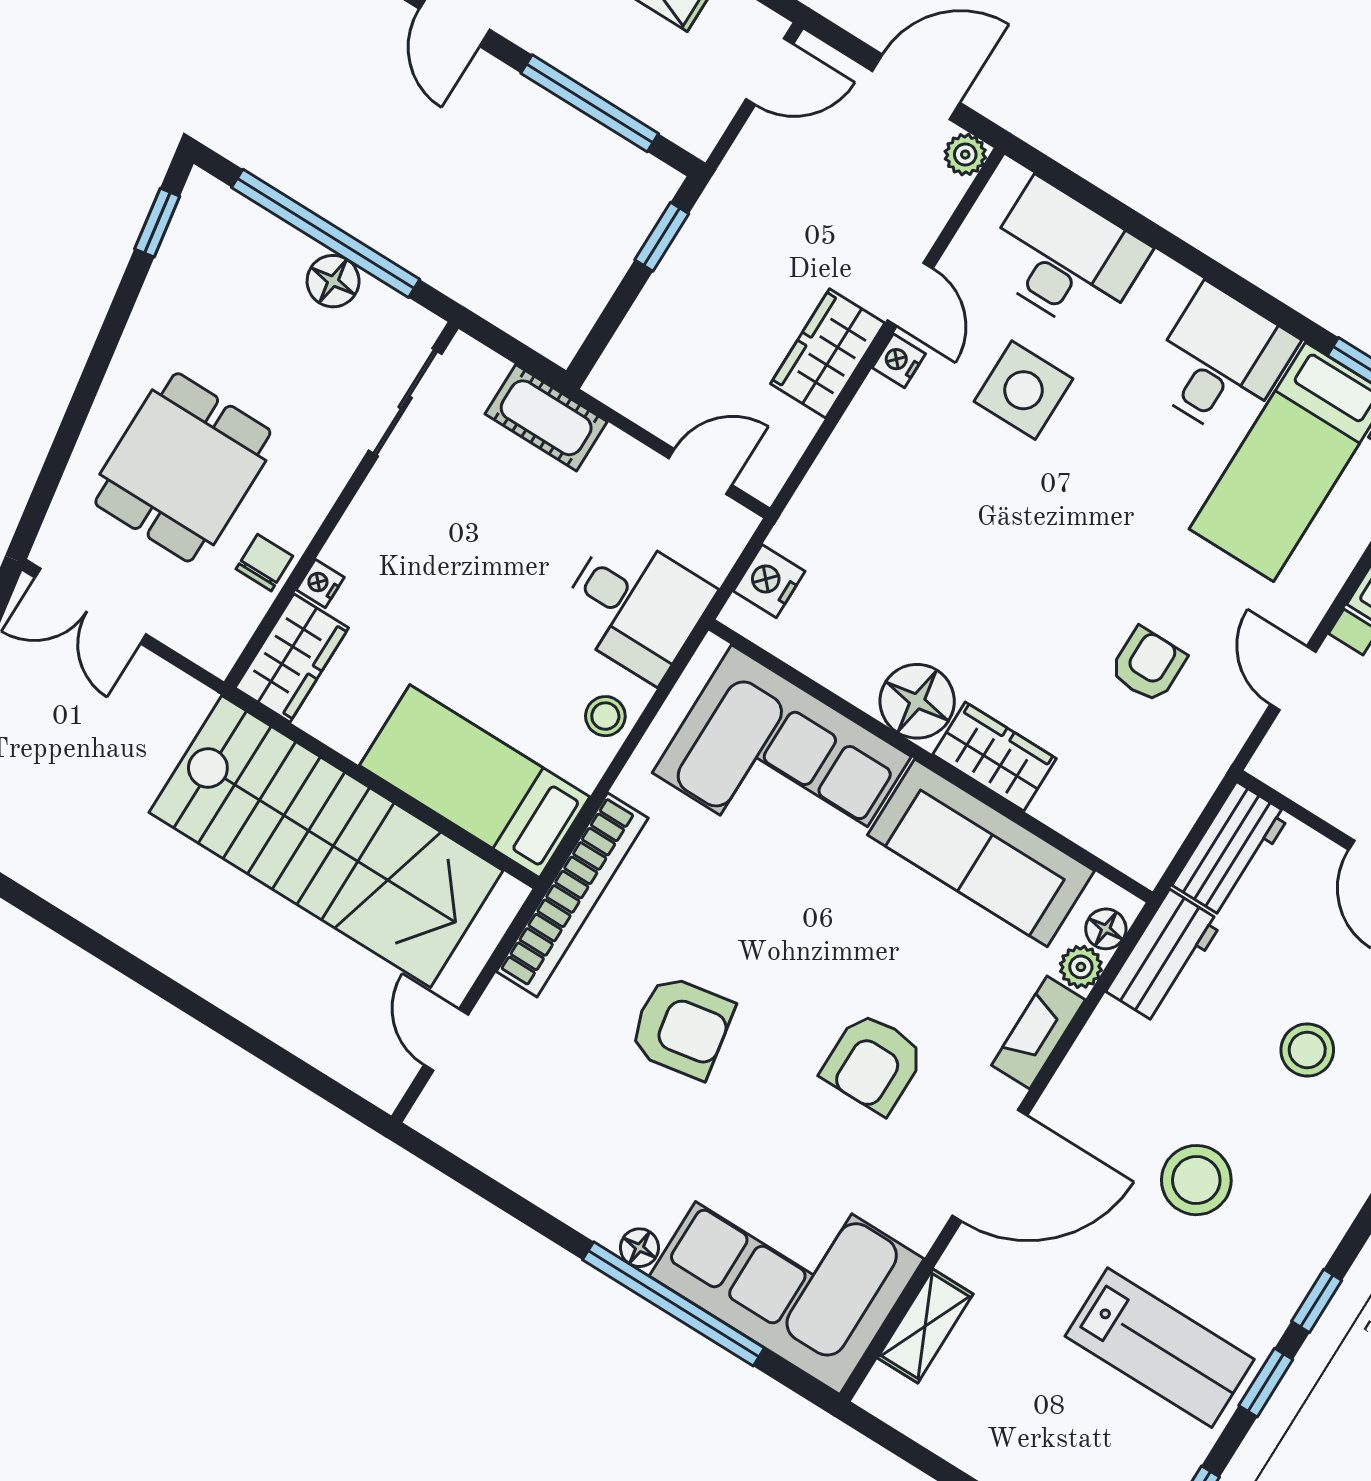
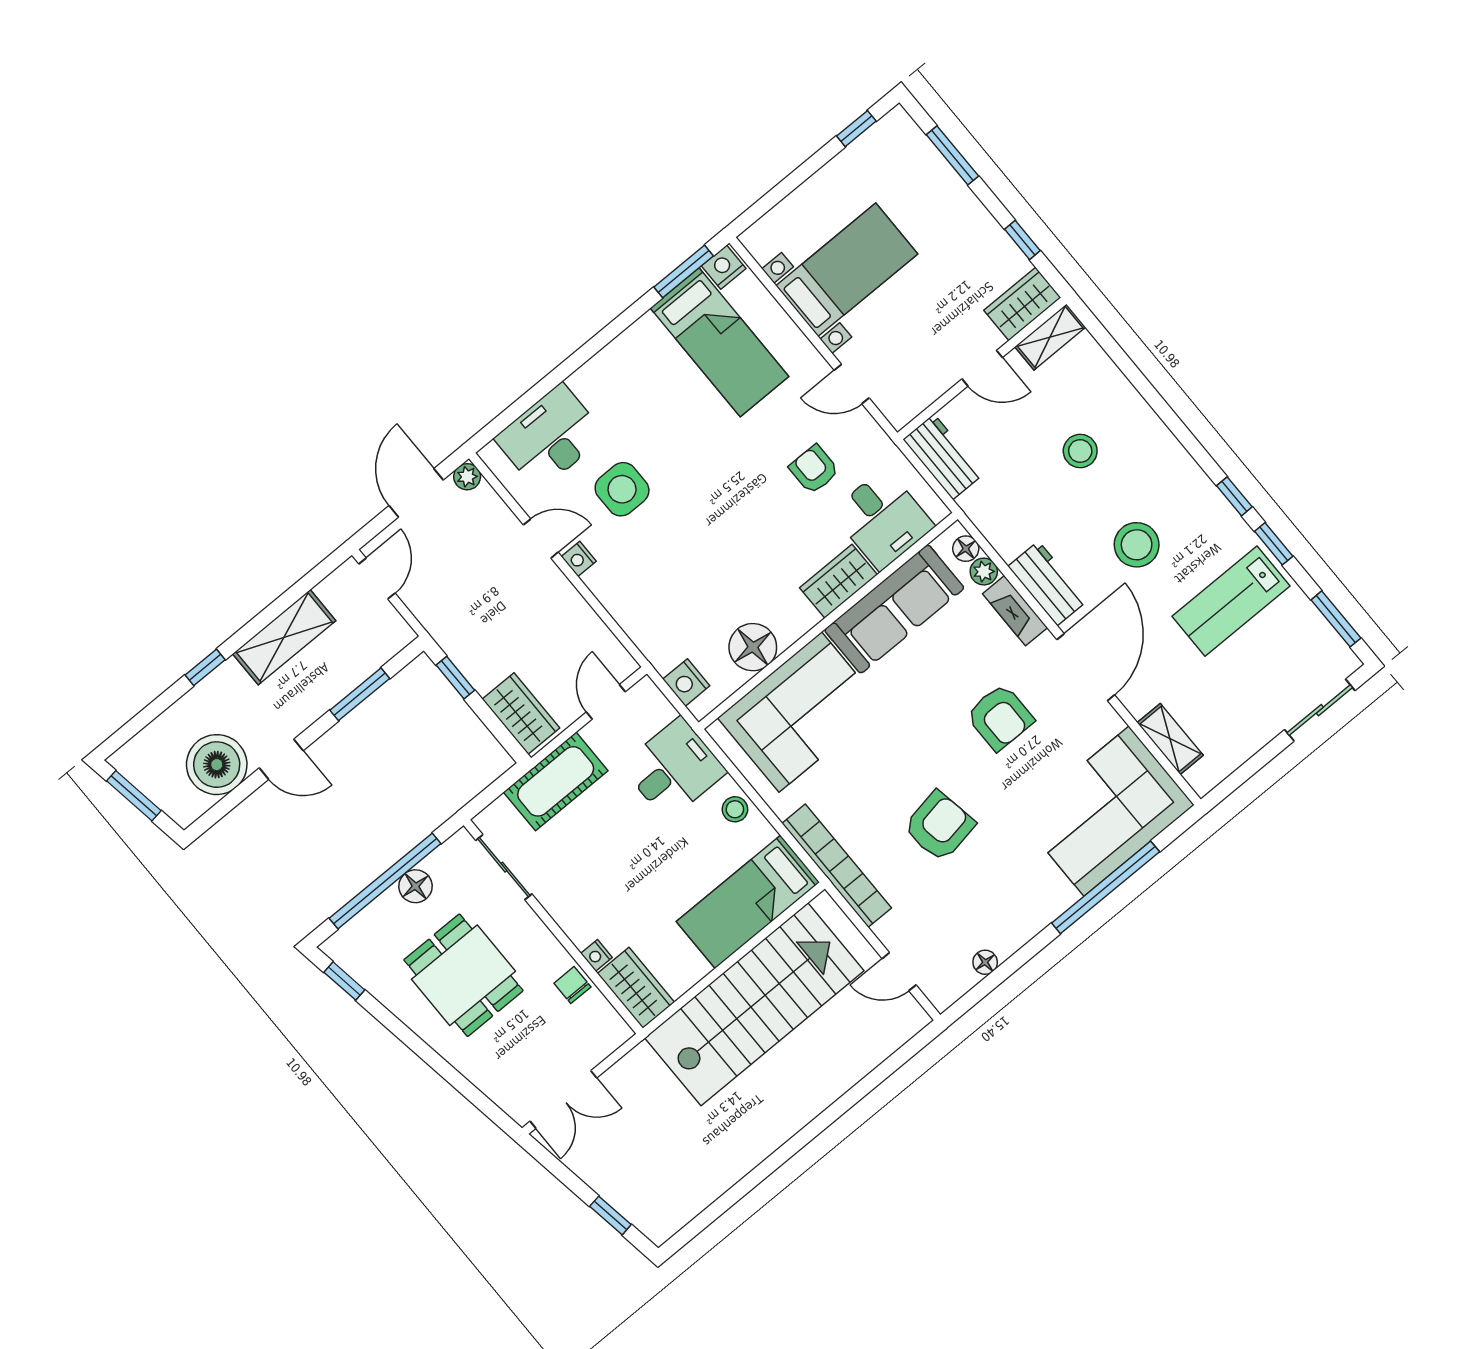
window: (590, 103) -> (360, 694), width x0.69
wardrobe: (828, 353) -> (521, 713), moved, turned 180
desk: (1221, 362) -> (883, 519), moved, turned 180
cot: (546, 418) -> (556, 781), width x1.37, depth x1.34
dining table: (183, 467) -> (463, 975), moved
floor lamp: (917, 701) -> (753, 647), moved
workbench: (1164, 957) -> (1048, 583), moved
floor lamp: (639, 1248) -> (985, 962), moved
lab bench: (1160, 1348) -> (1231, 601), turned 180

